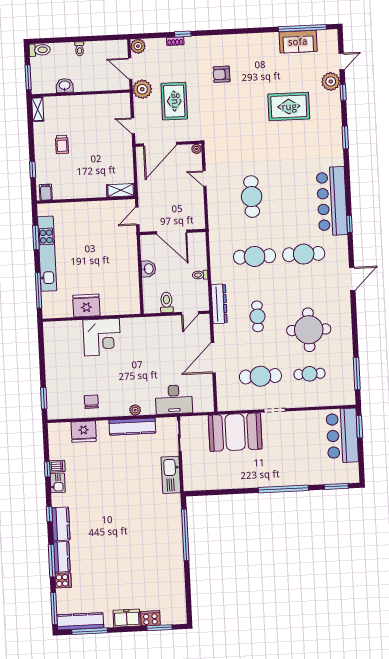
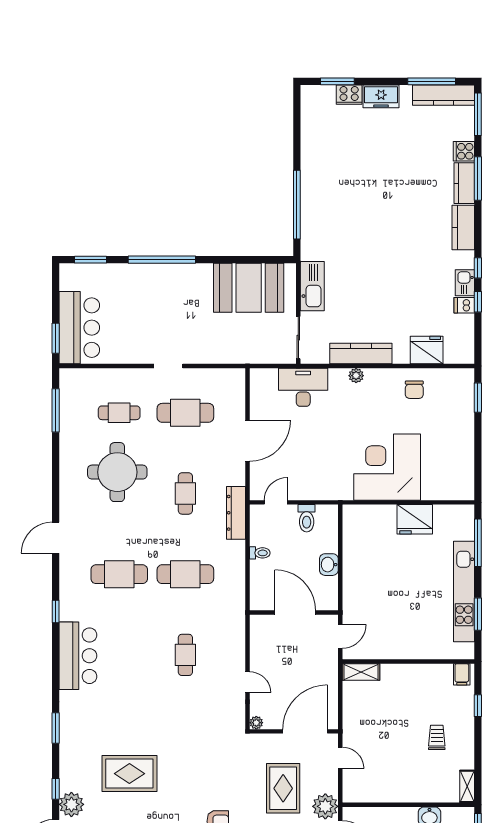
cafe table: (252, 197) -> (185, 655), width x0.73, depth x0.74
bar counter: (332, 201) -> (78, 656), width x0.73
corner desk: (102, 337) -> (387, 467), width x1.36, depth x1.36
booth: (235, 432) -> (249, 288), moved
window: (49, 514) -> (478, 268), moved

